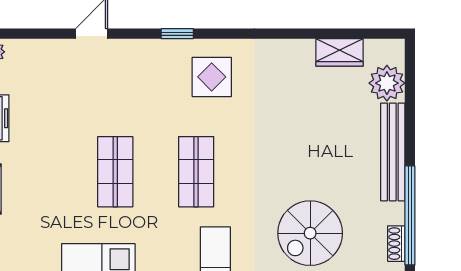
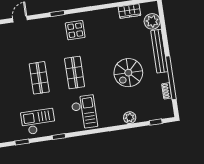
spiral stairs: (310, 233) -> (128, 73), moved

